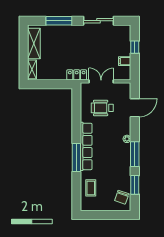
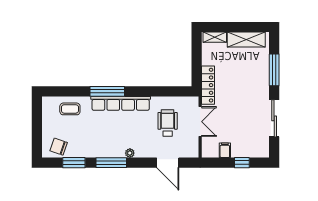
locker: (77, 75) -> (208, 85), width x1.53

